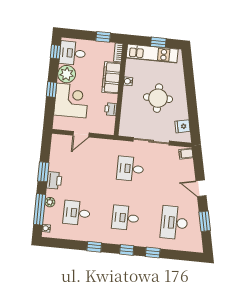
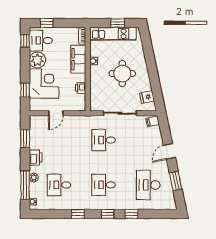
window: (103, 37) -> (47, 23), moved
window: (52, 89) -> (25, 90), moved
window: (43, 172) -> (25, 139), moved
door: (201, 188) -> (169, 151), hinge flipped

